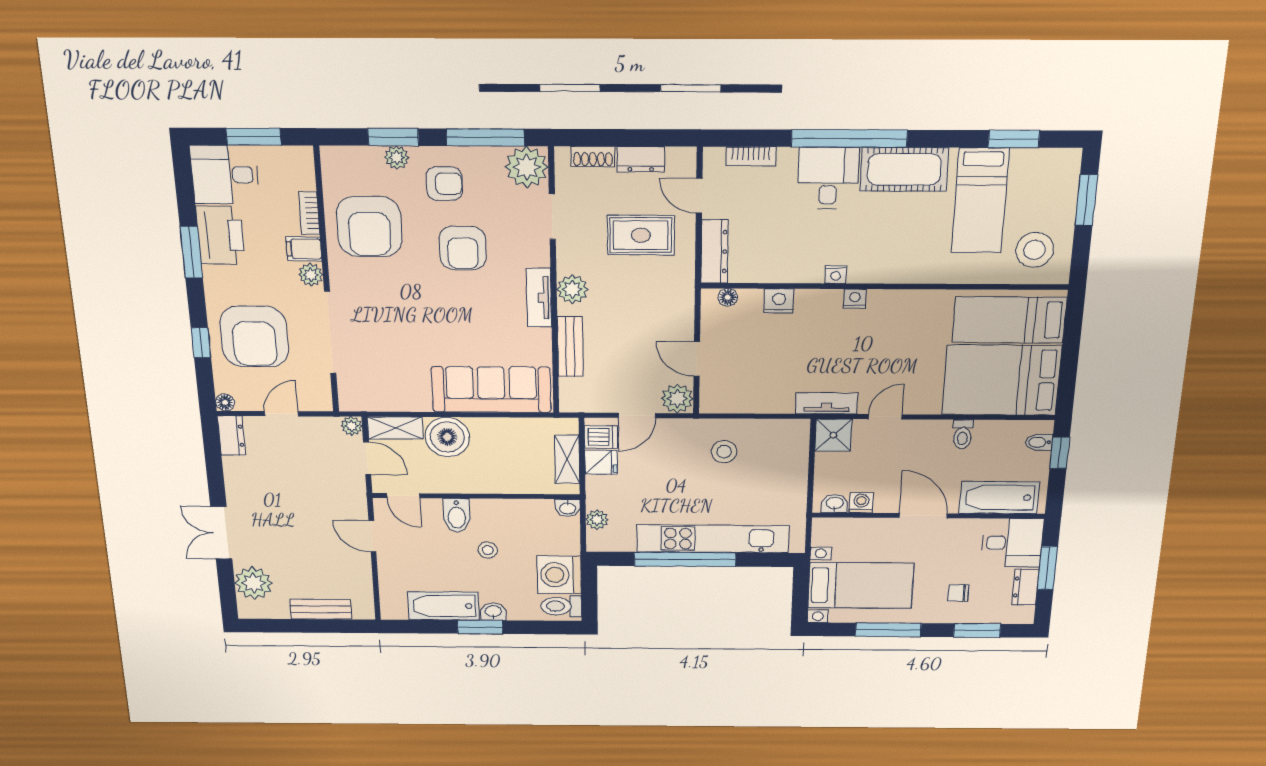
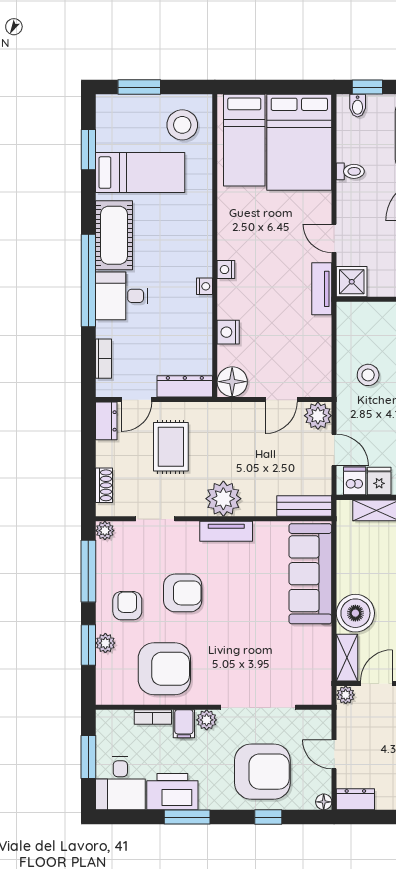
dresser: (641, 159) -> (106, 421), moved
plant: (527, 167) -> (105, 531), width x0.53, depth x0.53
plant: (572, 289) -> (223, 499), width x1.36, depth x1.36
floor lamp: (728, 297) -> (232, 382), width x1.89, depth x1.89
bench: (570, 347) -> (304, 506), moved

